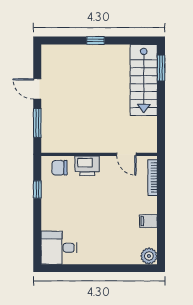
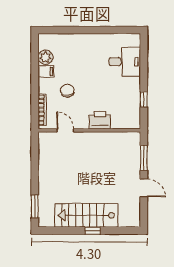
stairs: (144, 80) -> (86, 215), moved, turned -90
chair: (59, 168) -> (67, 91), moved, turned -99
desk: (59, 248) -> (125, 62), moved
plant: (149, 256) -> (45, 57), moved

